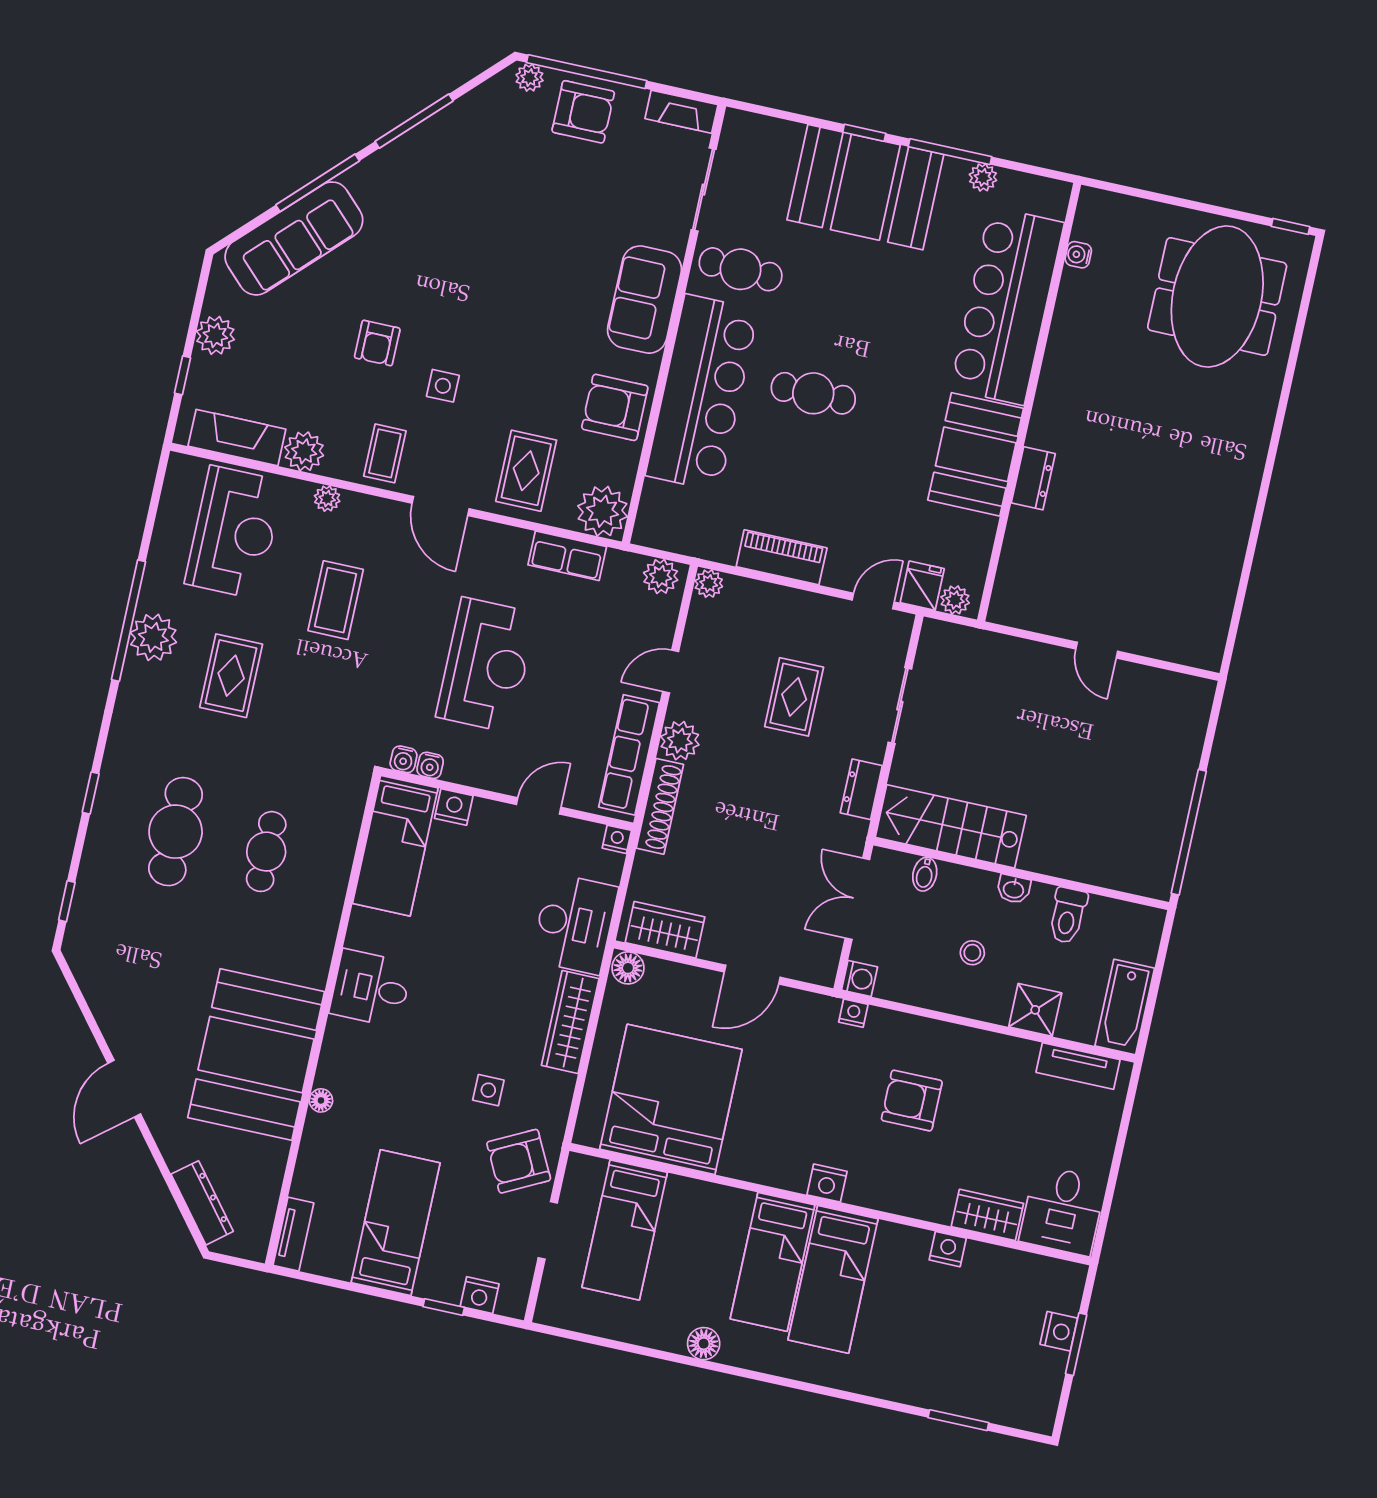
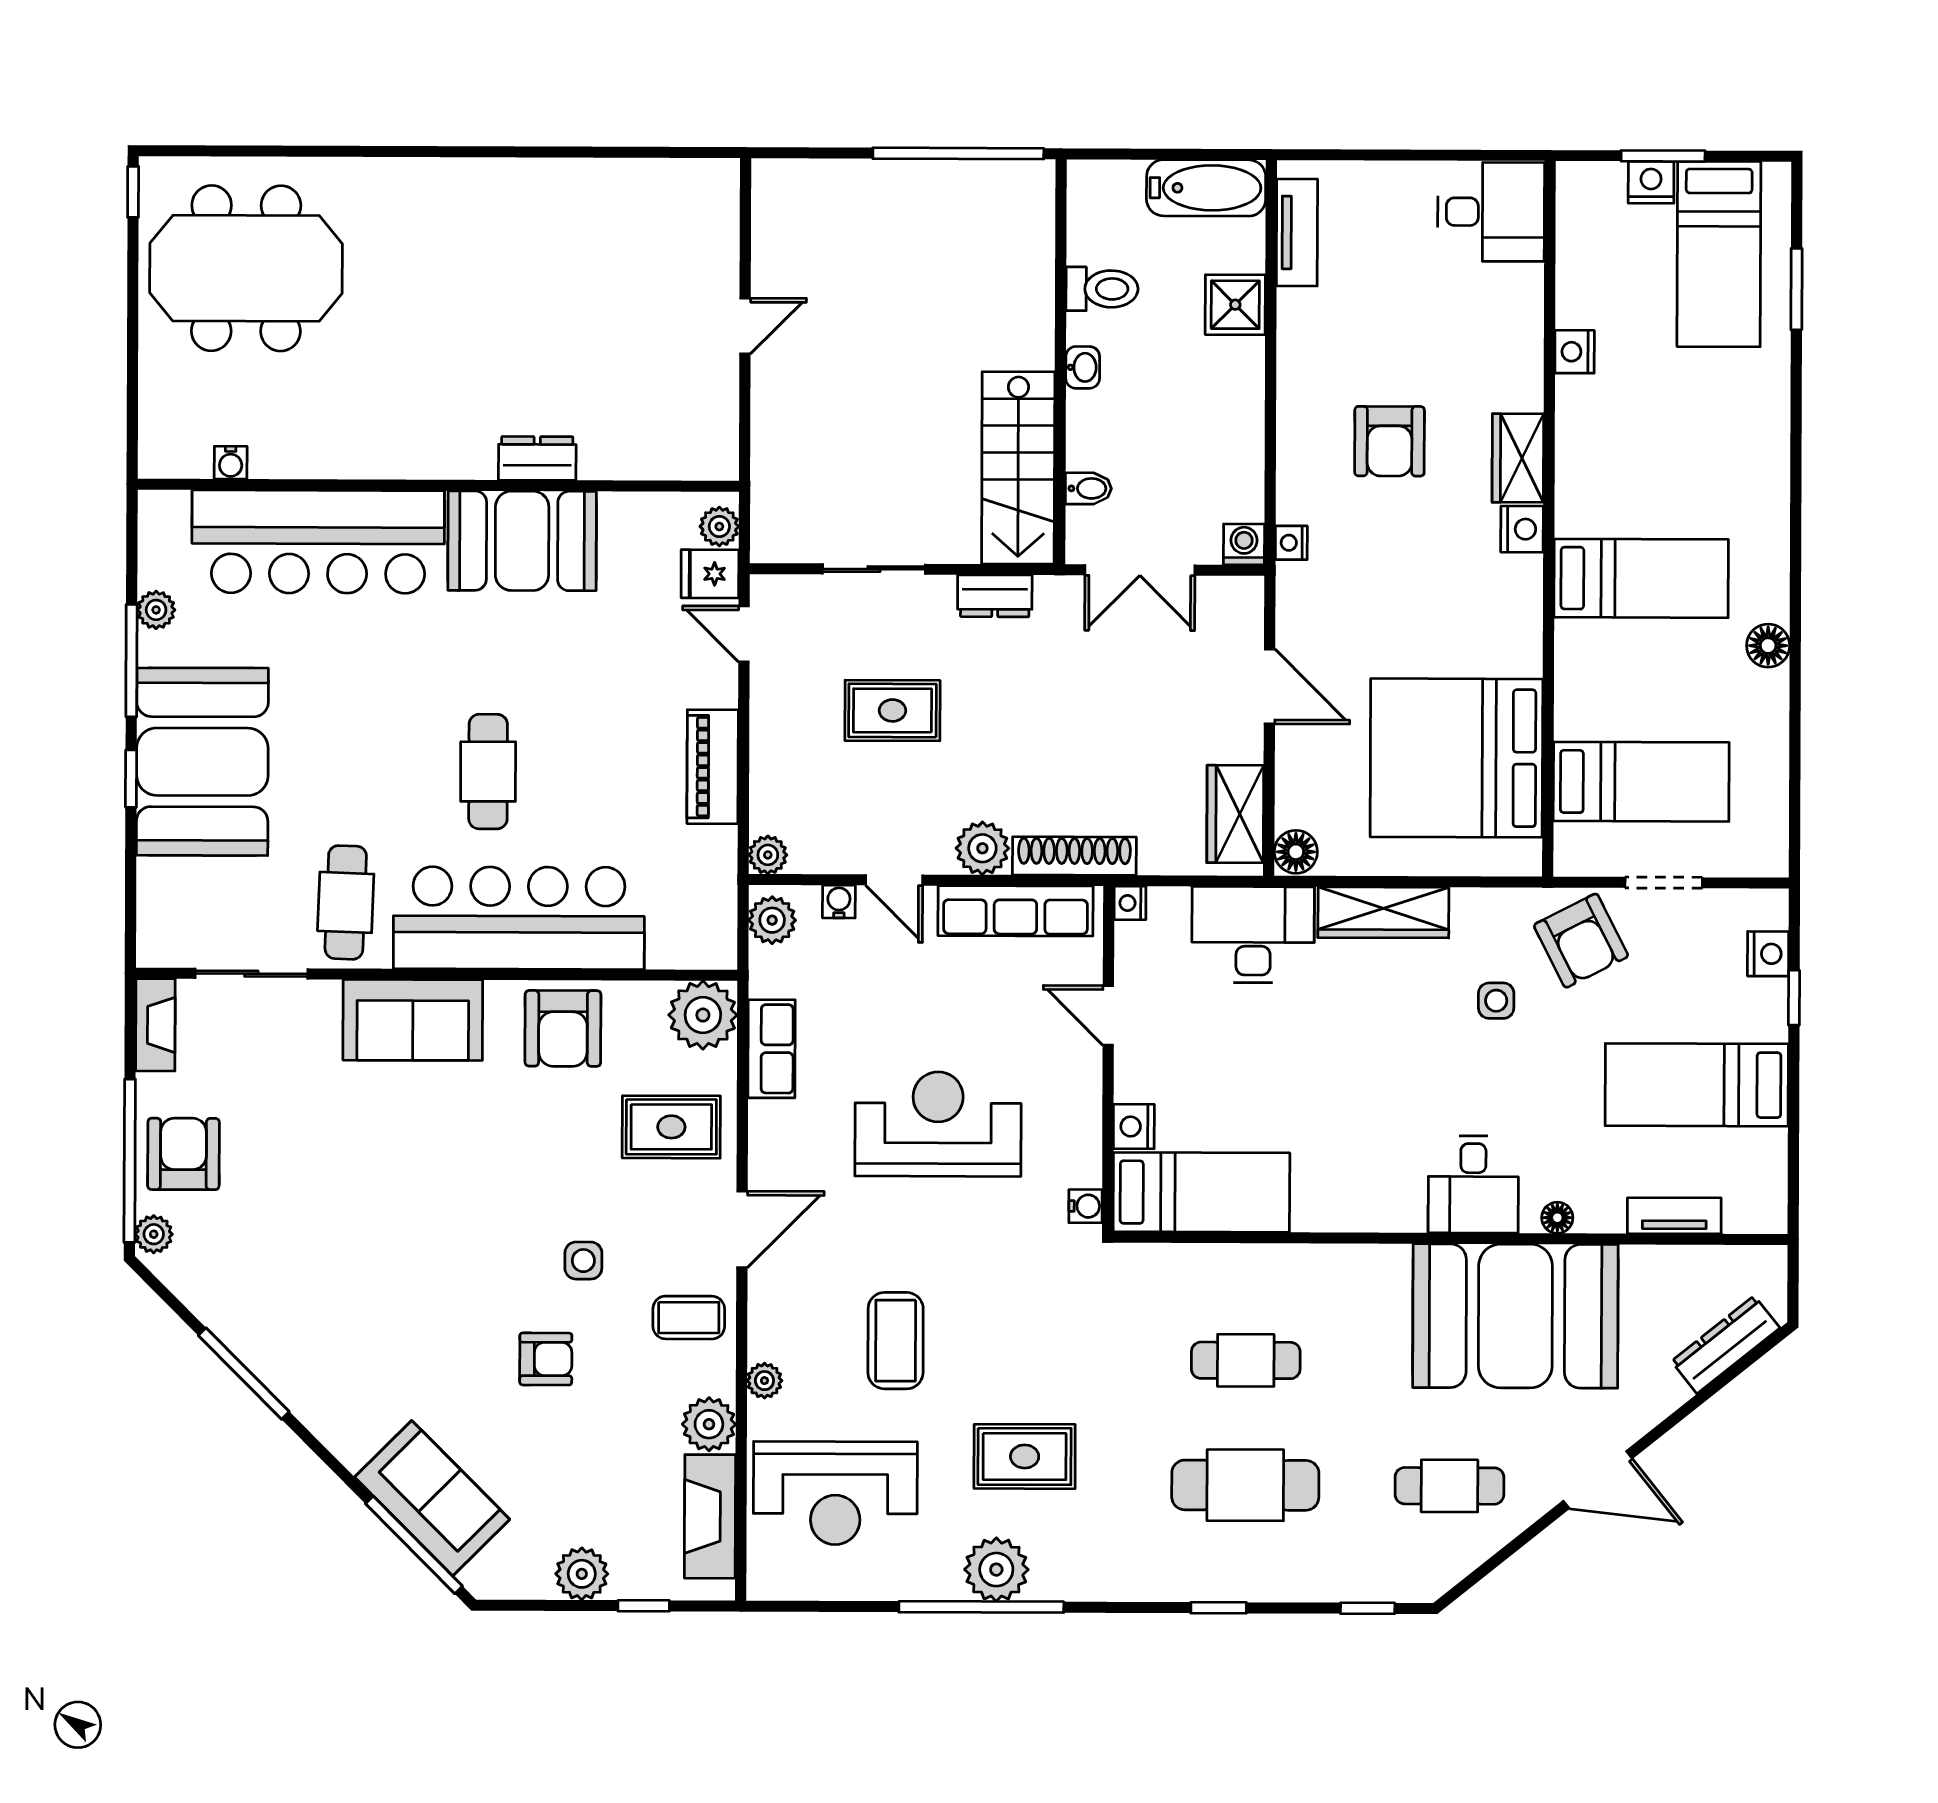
window: (318, 183) -> (414, 1545), moved
sofa: (294, 238) -> (432, 1498), width x0.73
reception desk: (234, 532) -> (835, 1493), turned 180
coffee table: (336, 600) -> (896, 1341), turned 90
water cooler: (430, 765) -> (839, 902), moved, turned -90
stool: (972, 953) -> (1178, 404), removed
cafe table: (143, 980) -> (1449, 1486), added
desk: (371, 988) -> (1473, 1184), moved
wardrobe: (987, 1215) -> (1518, 458), moved
tv unit: (293, 1234) -> (1674, 1216), moved
bed: (833, 1279) -> (1719, 254), moved, turned 90

